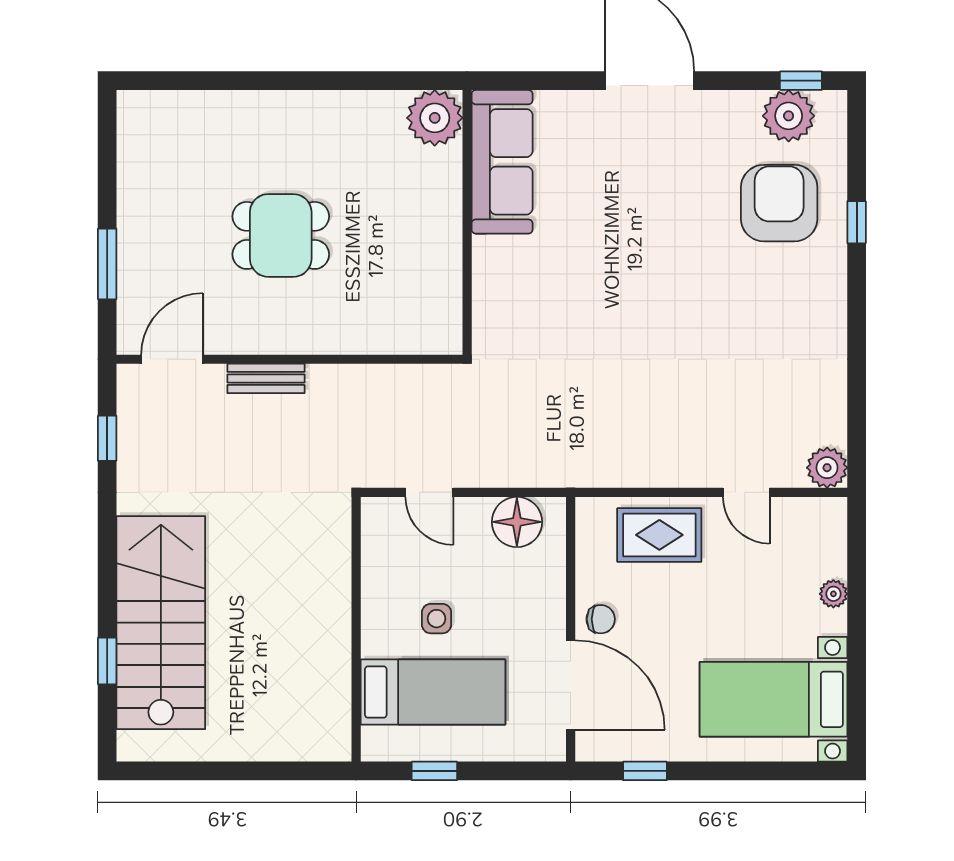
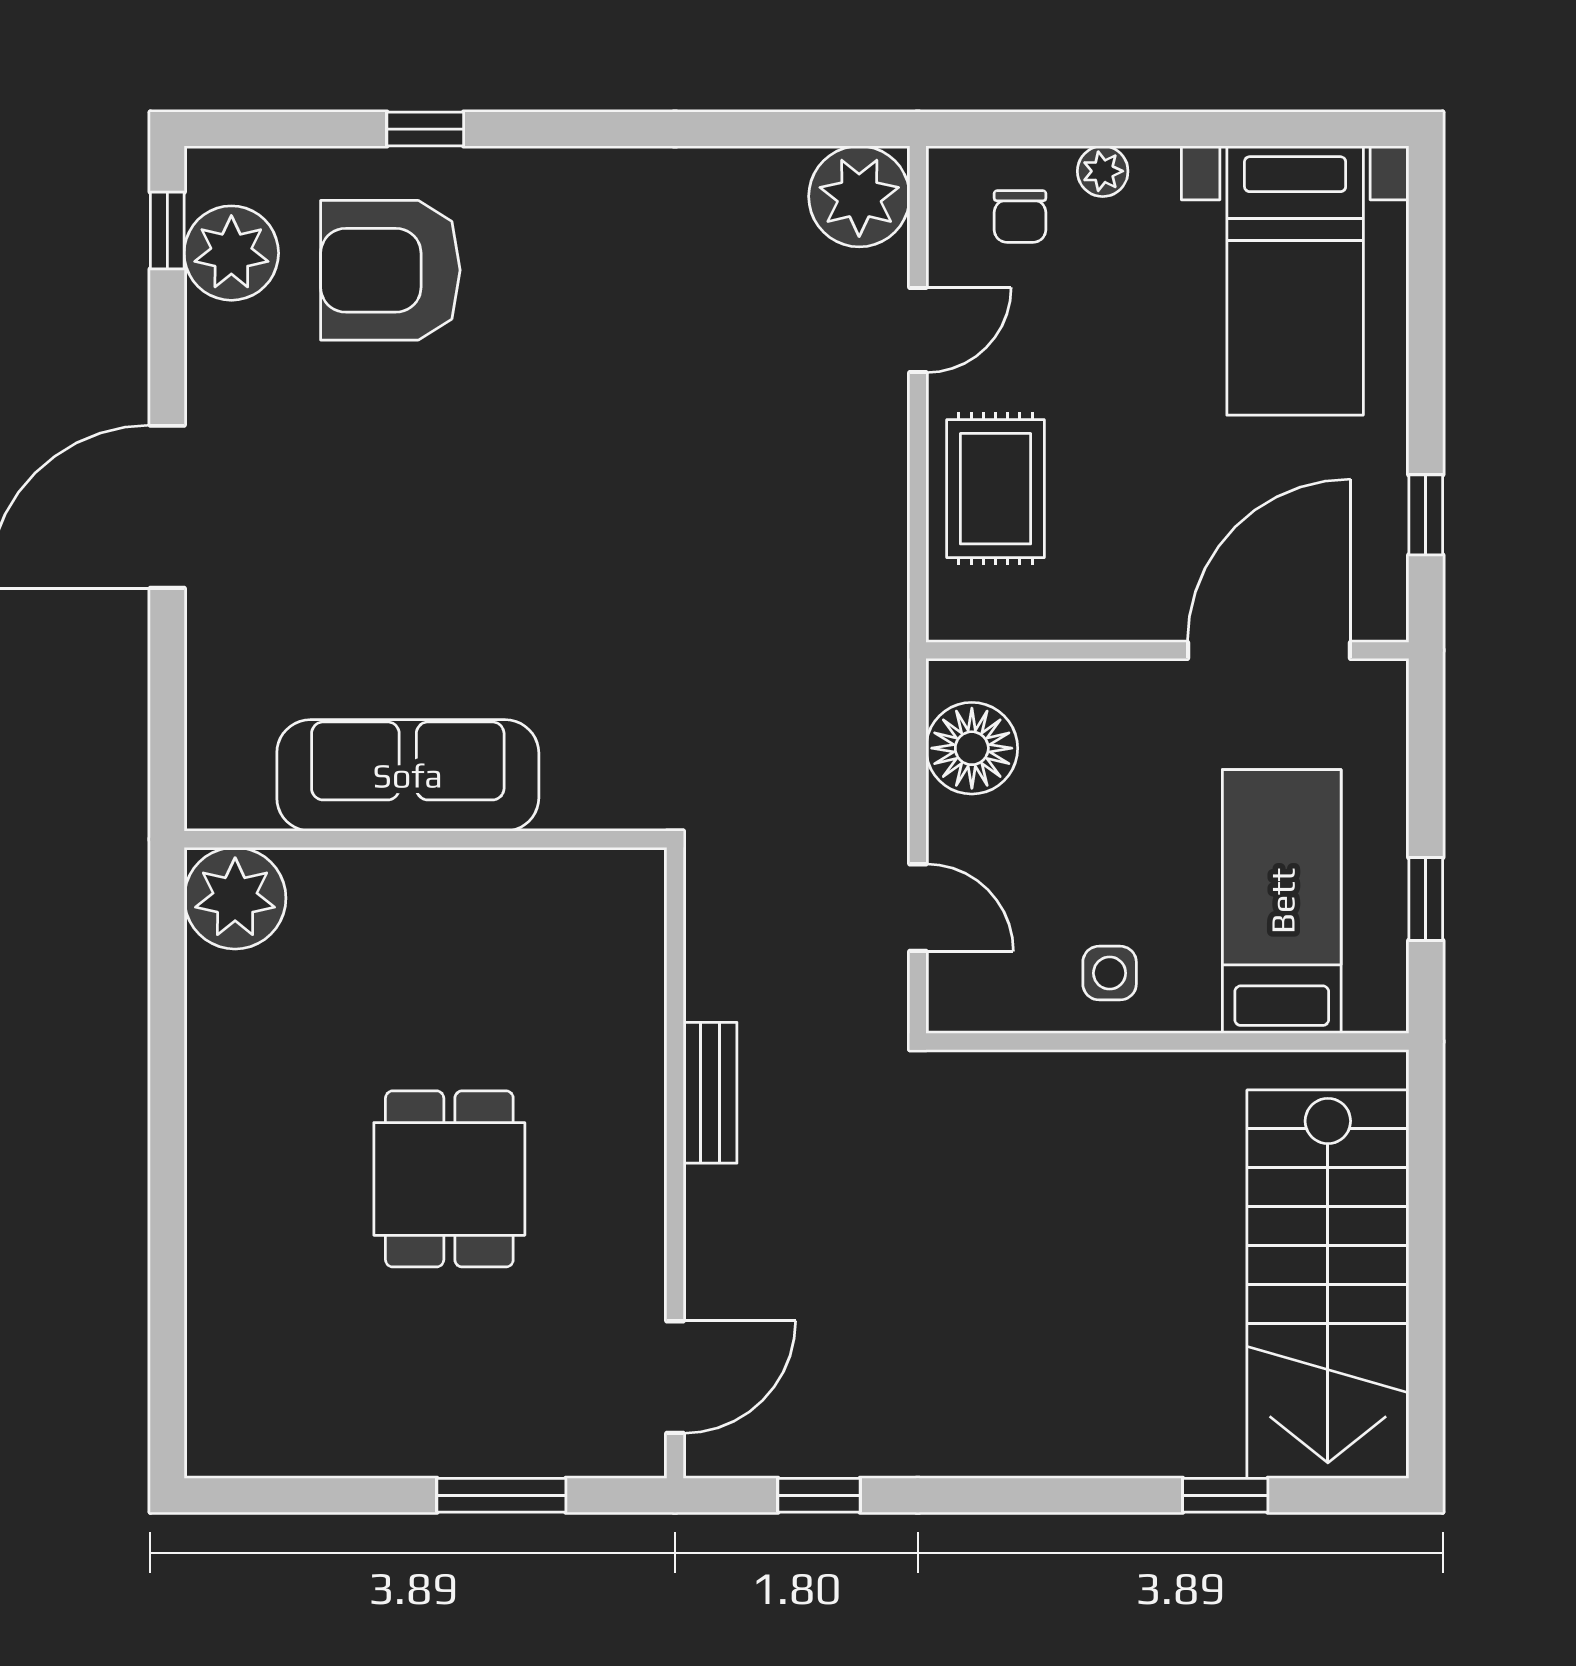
sofa: (502, 162) -> (408, 775), moved
door: (172, 359) -> (675, 1377), swing flipped
bench: (266, 378) -> (710, 1093), moved
plant: (827, 468) -> (859, 196), width x1.36, depth x1.36
door: (429, 492) -> (918, 908), hinge flipped
side table: (437, 619) -> (1110, 973), moved
chair: (601, 619) -> (1020, 216), moved, turned 180
stairs: (161, 623) -> (1328, 1284), moved, turned -90

